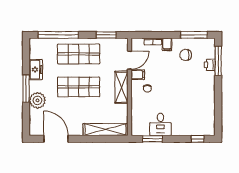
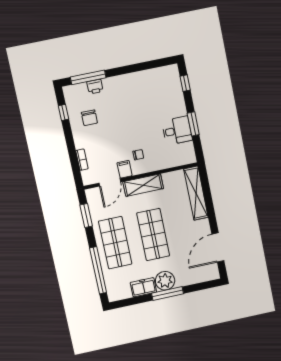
window: (194, 35) -> (64, 112), width x0.46
filing cabinet: (167, 44) -> (82, 142), removed
door: (129, 60) -> (110, 182), swing flipped
plant: (37, 100) -> (165, 281), moved
window: (152, 139) -> (193, 124), moved

